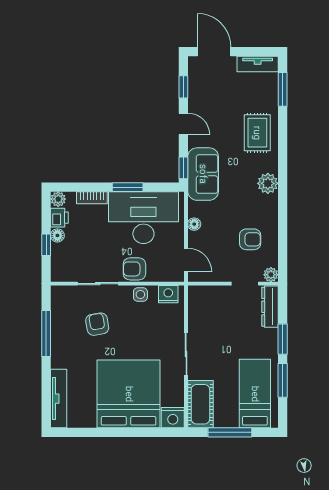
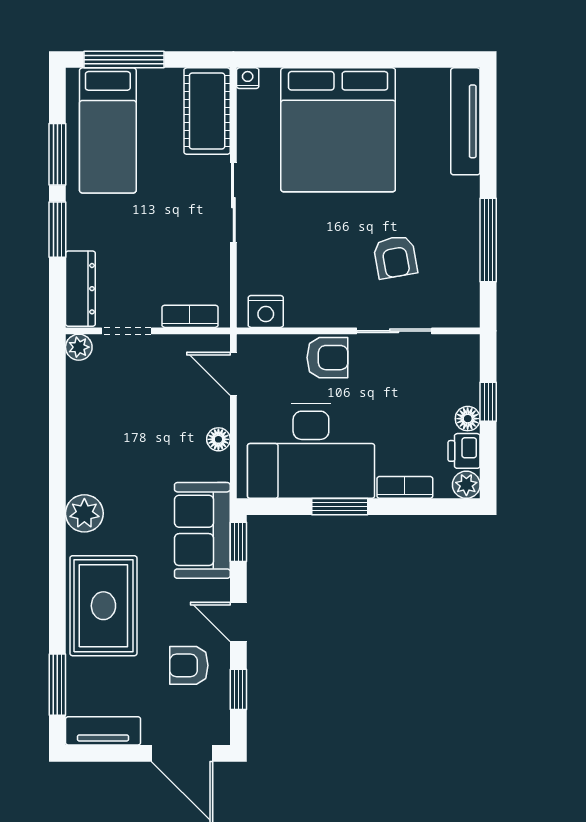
rug: (257, 133) -> (103, 606), width x1.36, depth x1.43
armchair: (250, 239) -> (189, 665), moved
bookcase: (210, 292) -> (190, 316), added
side table: (140, 295) -> (316, 311), removed
nightstand: (173, 418) -> (248, 78), width x0.53, depth x0.56
window: (230, 432) -> (124, 60), moved

